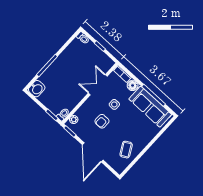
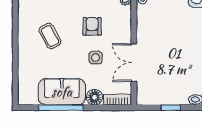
double door: (98, 85) -> (134, 63), swing flipped
sofa: (150, 107) -> (62, 92), width x0.73
coffee table: (126, 150) -> (50, 36), moved

